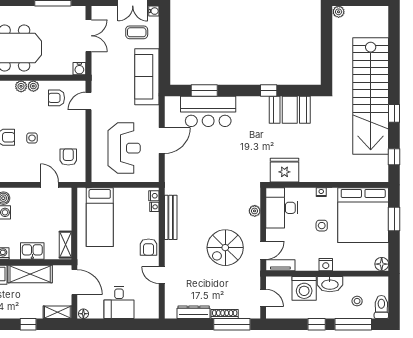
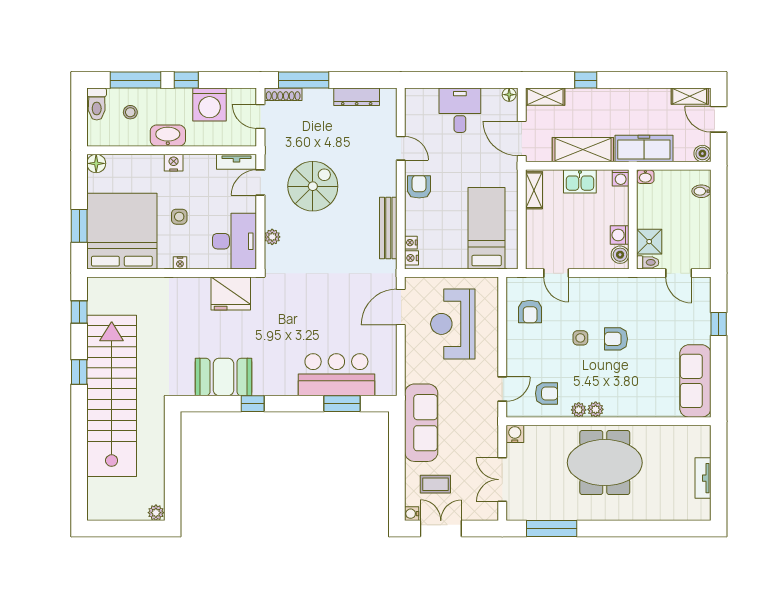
door: (162, 140) -> (401, 307), moved
washing machine: (304, 288) -> (210, 104), moved, turned 180
shoe rack: (225, 314) -> (283, 94), moved

